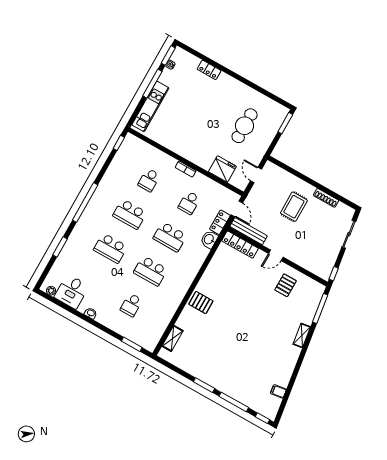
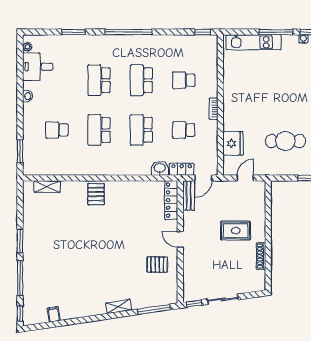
bench: (249, 231) -> (189, 196), width x0.73
sliding door: (349, 234) -> (223, 299), moved

